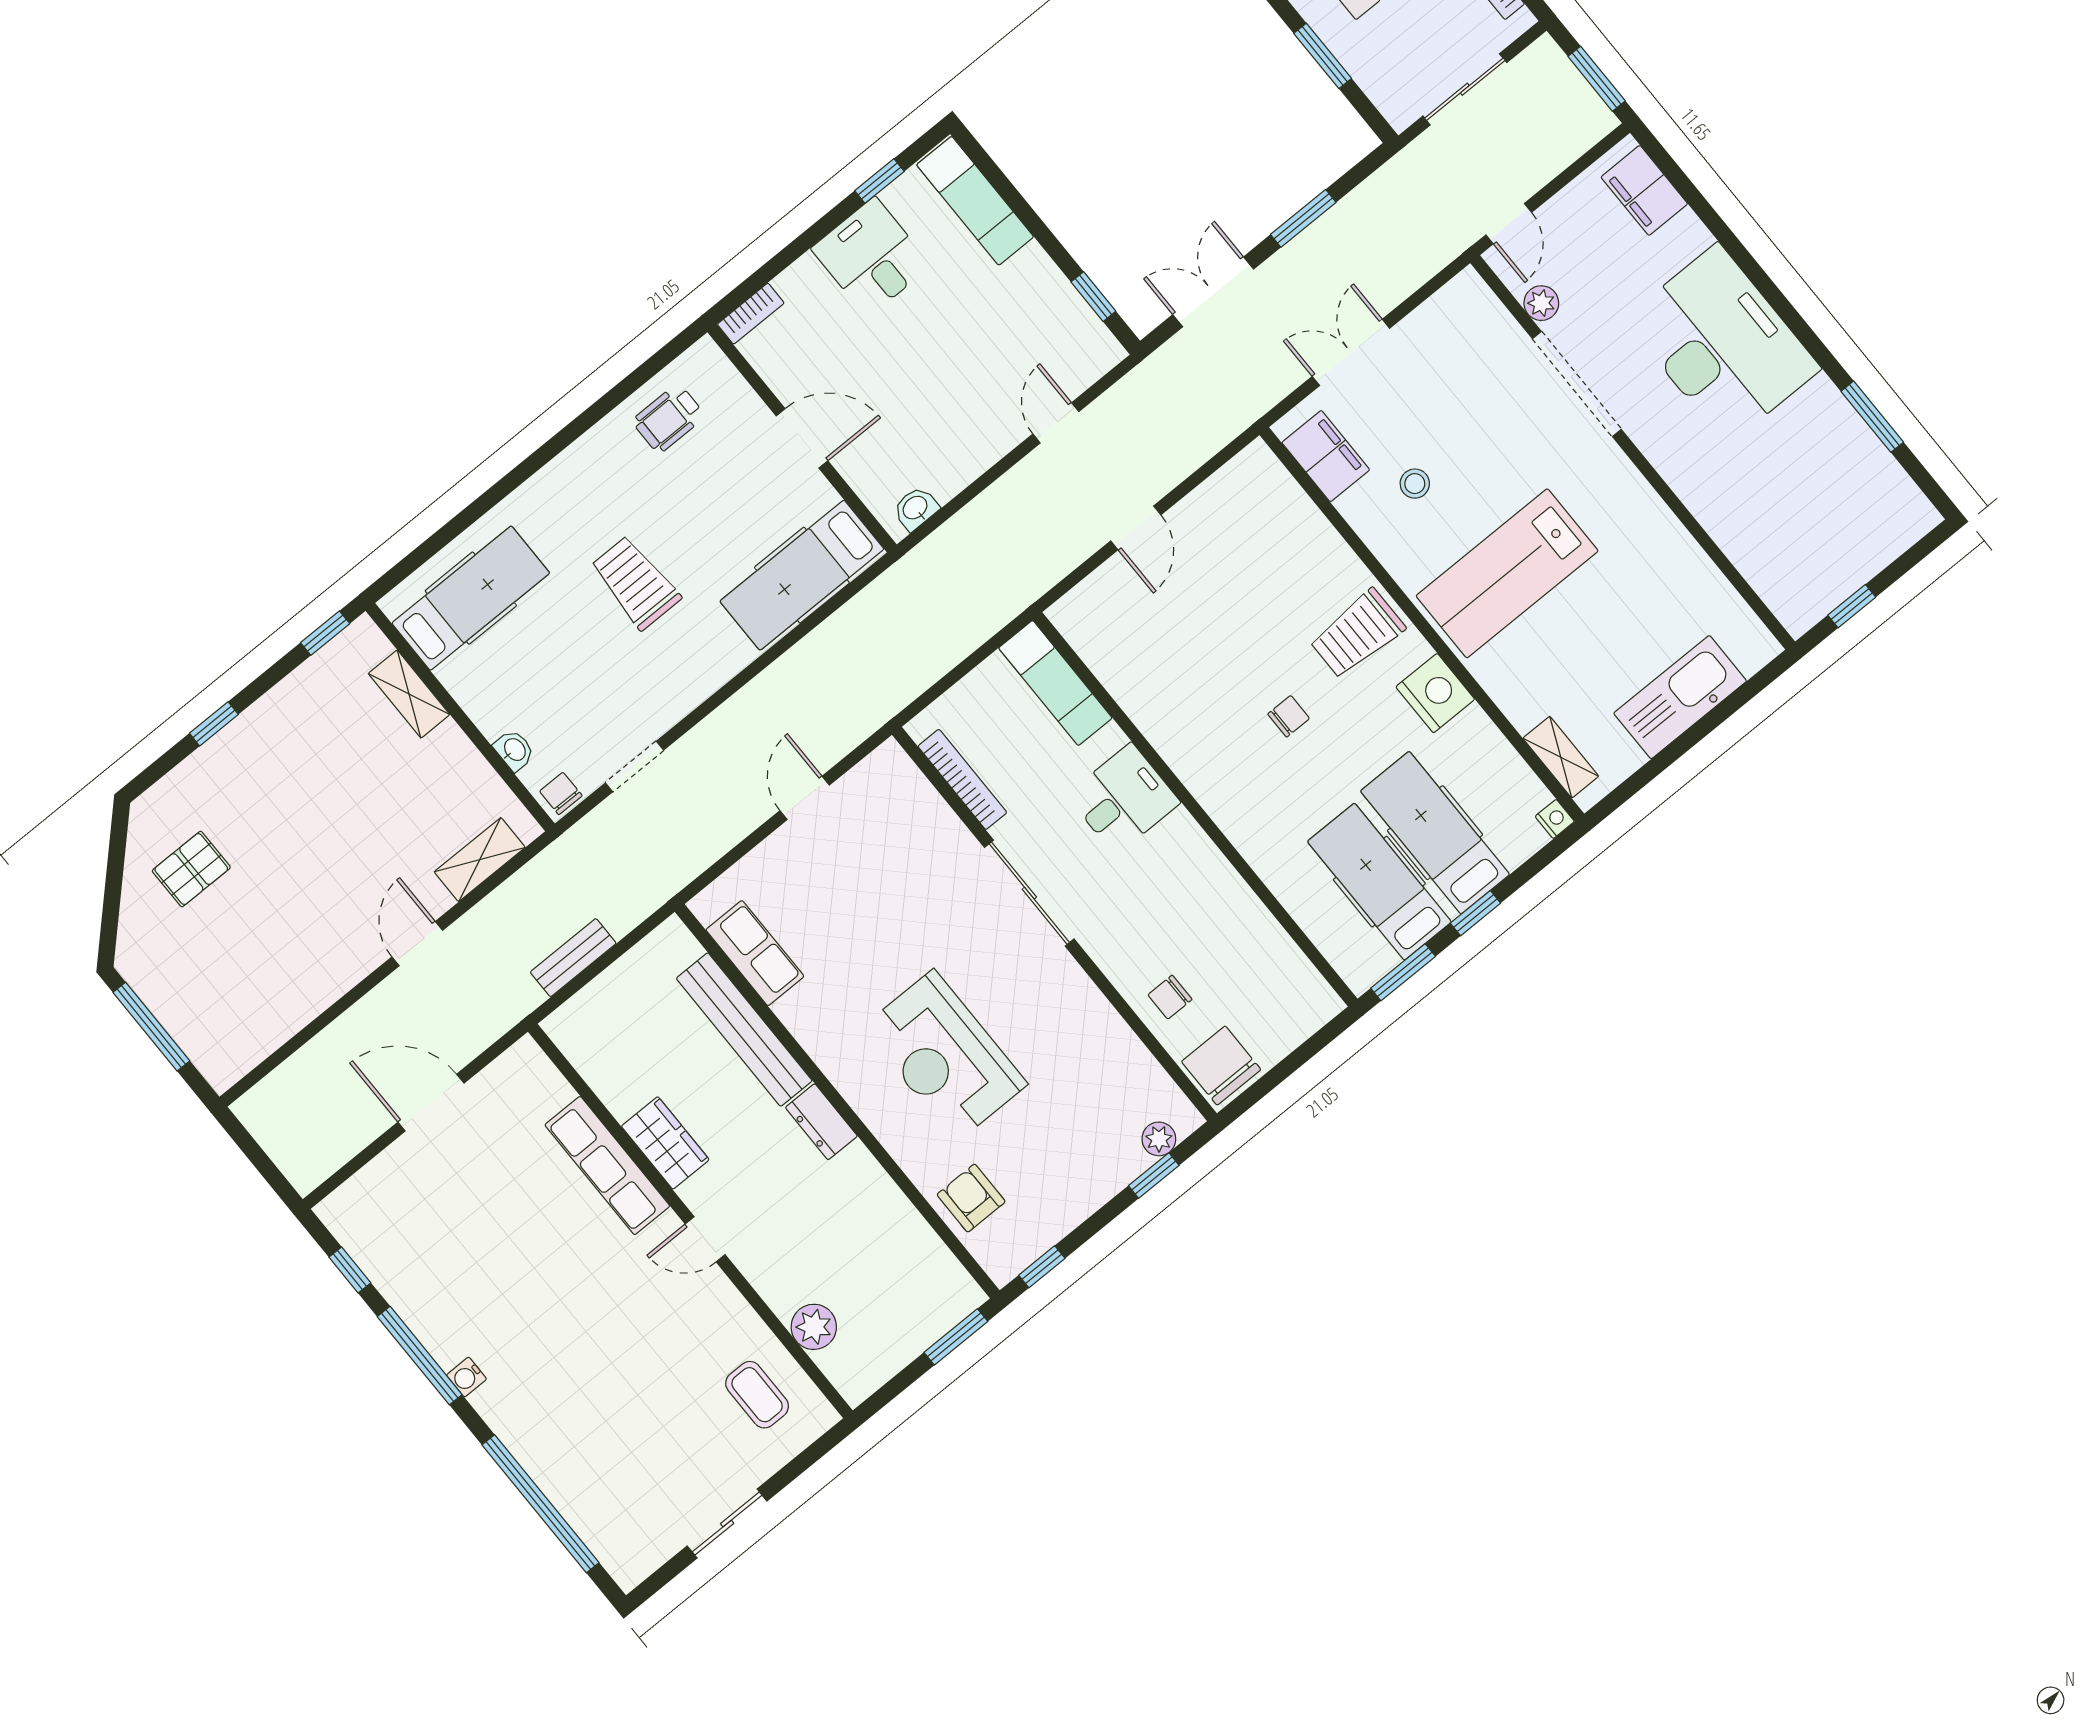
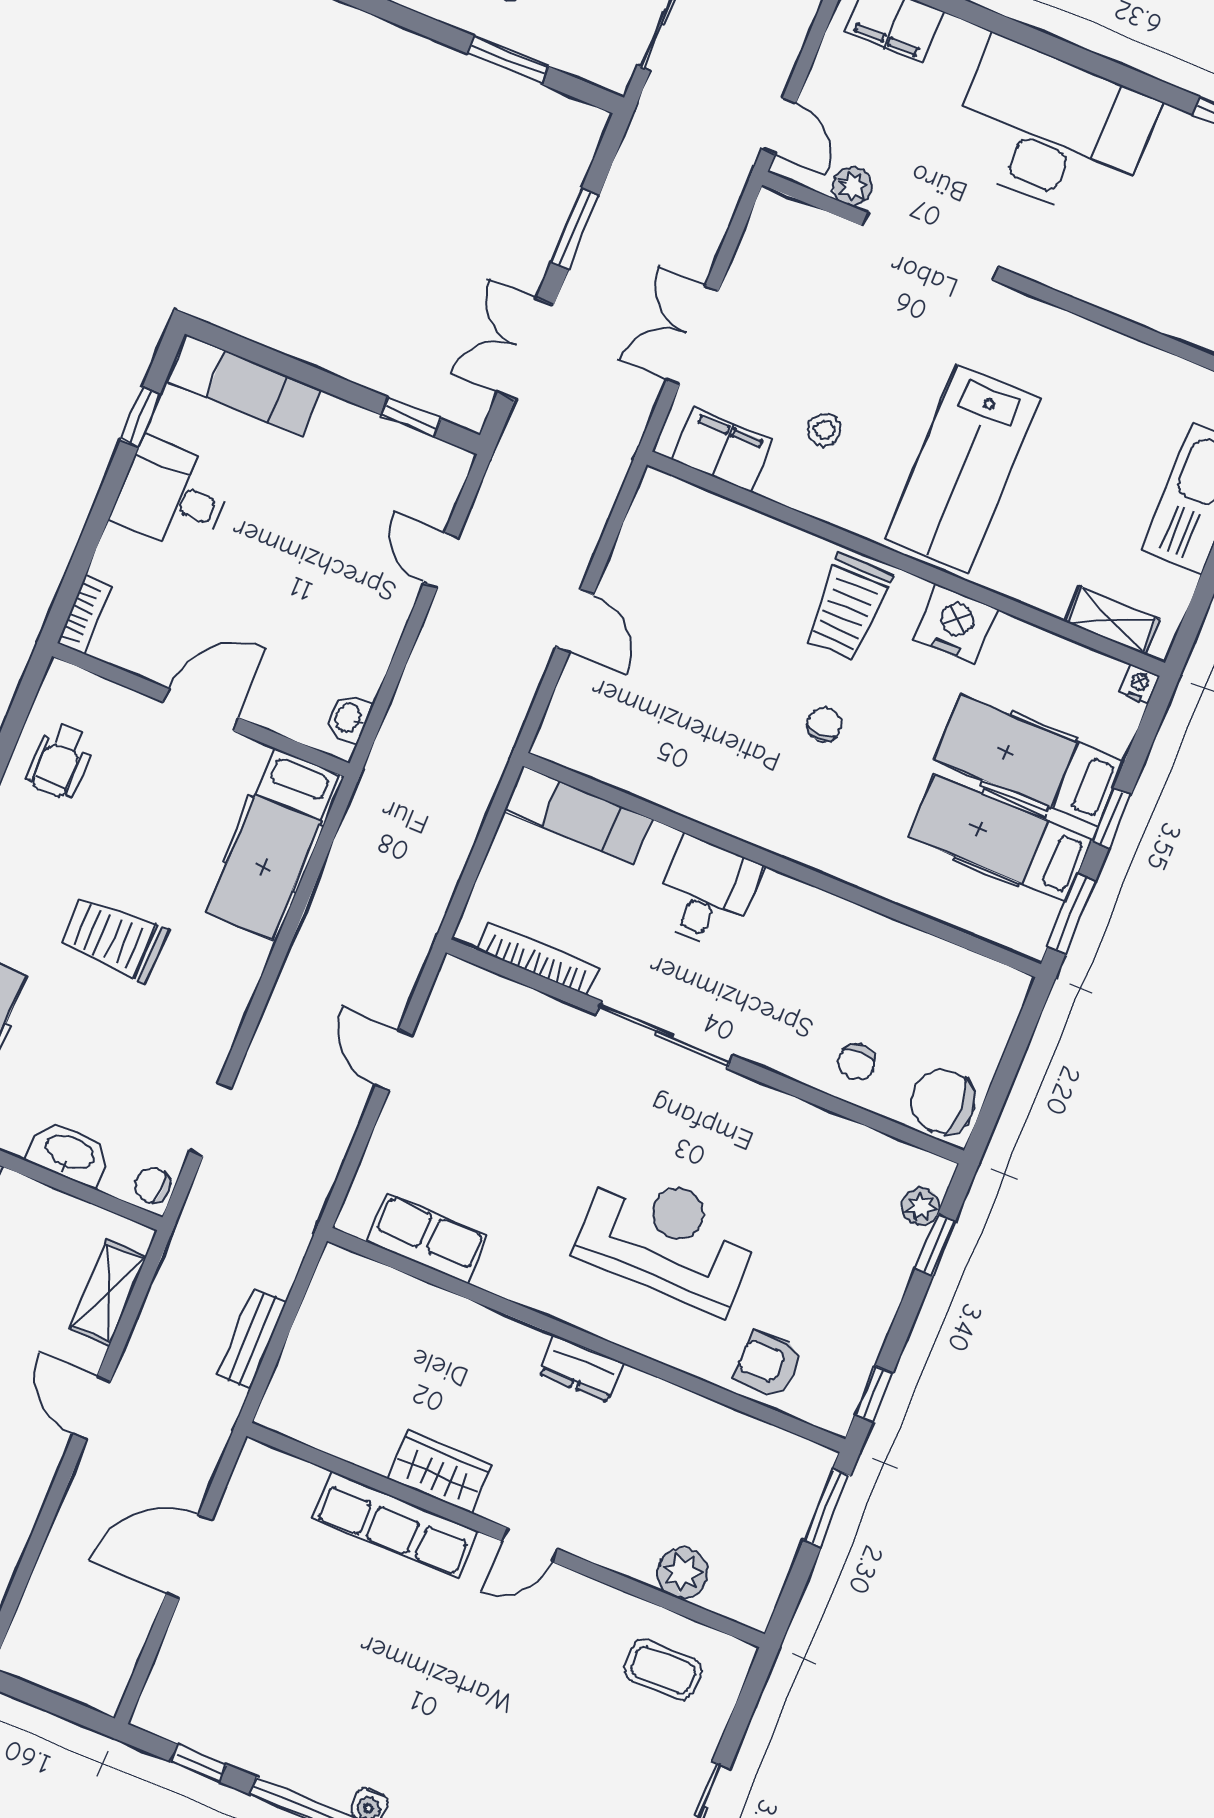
washbasin: (514, 750) -> (70, 1153), width x1.91, depth x1.45
bench: (744, 1030) -> (457, 1319), removed
reception desk: (945, 1056) -> (667, 1239), turned 180

